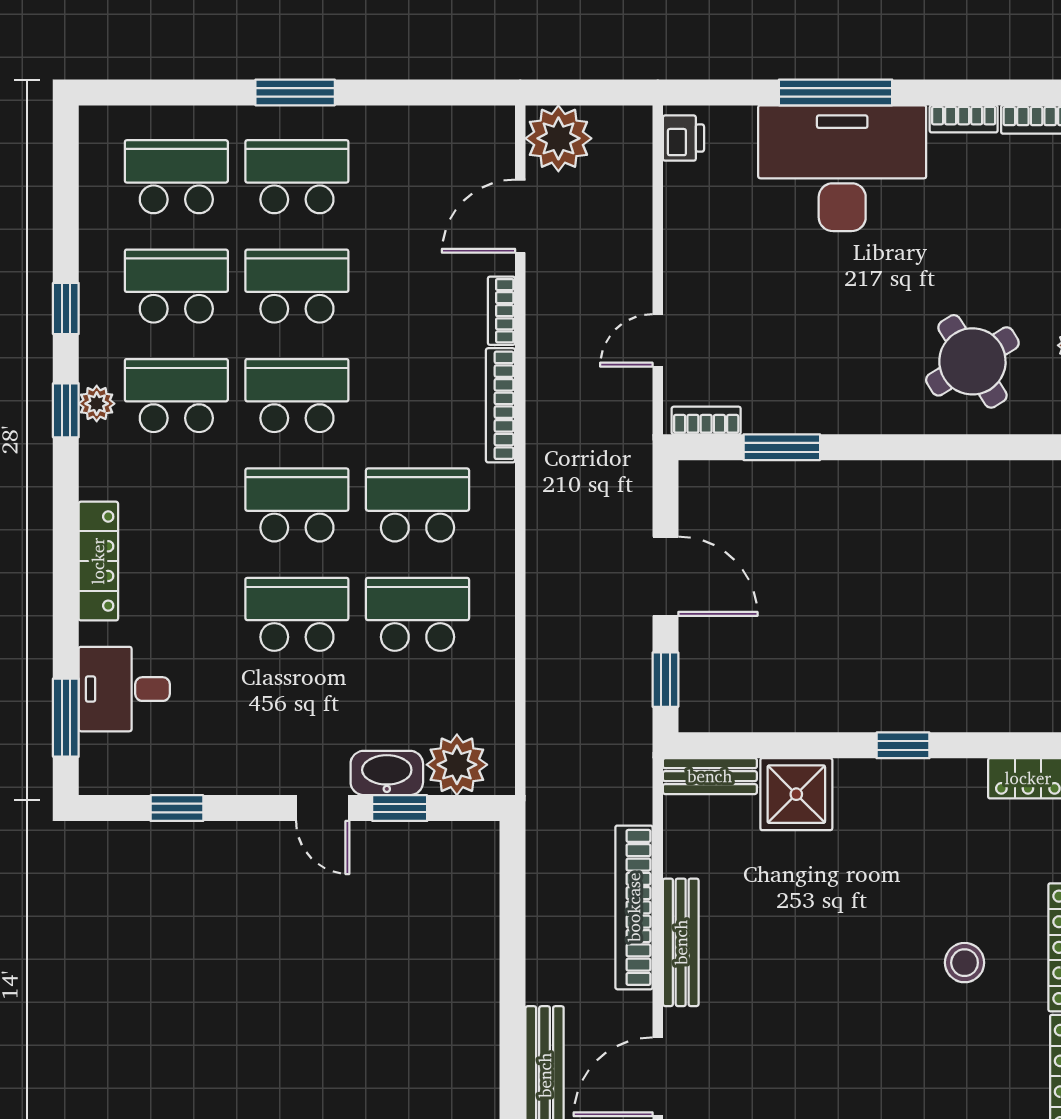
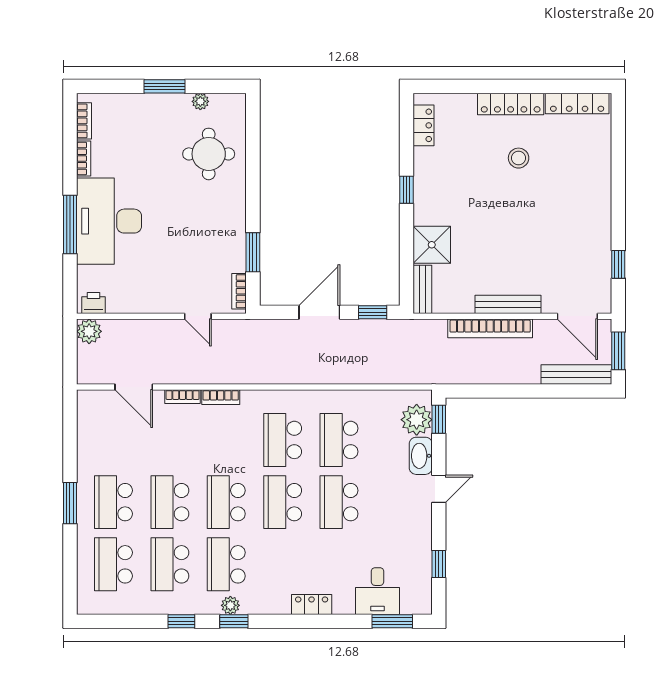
plant: (558, 138) -> (89, 331), moved, width x0.73, depth x0.73
round table: (972, 361) -> (209, 154), turned 32
bookcase: (501, 405) -> (221, 397), width x0.64
locker: (98, 561) -> (312, 604), width x0.66
window: (400, 808) -> (439, 419), moved

